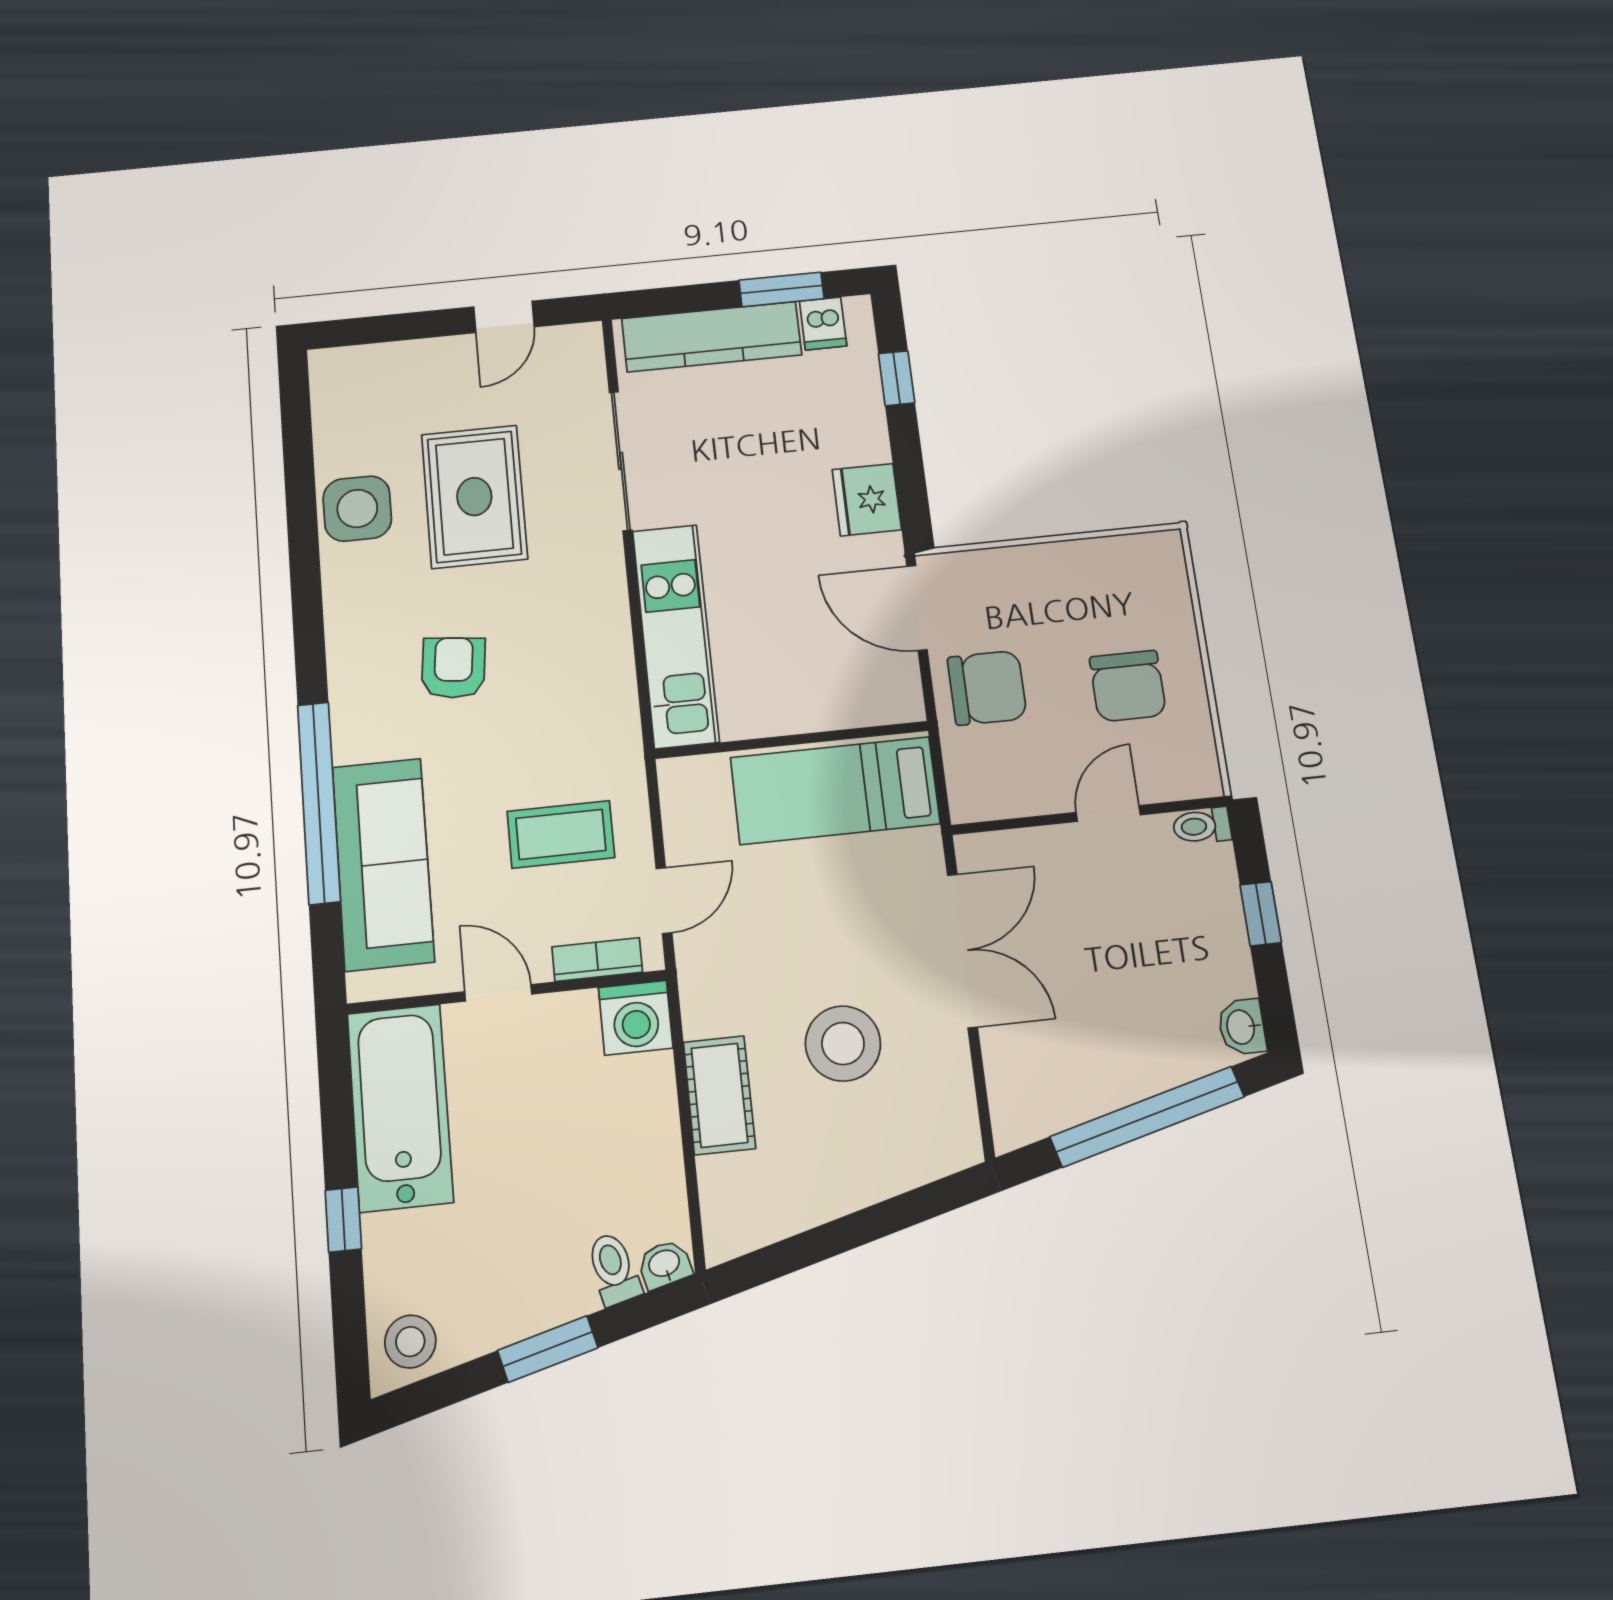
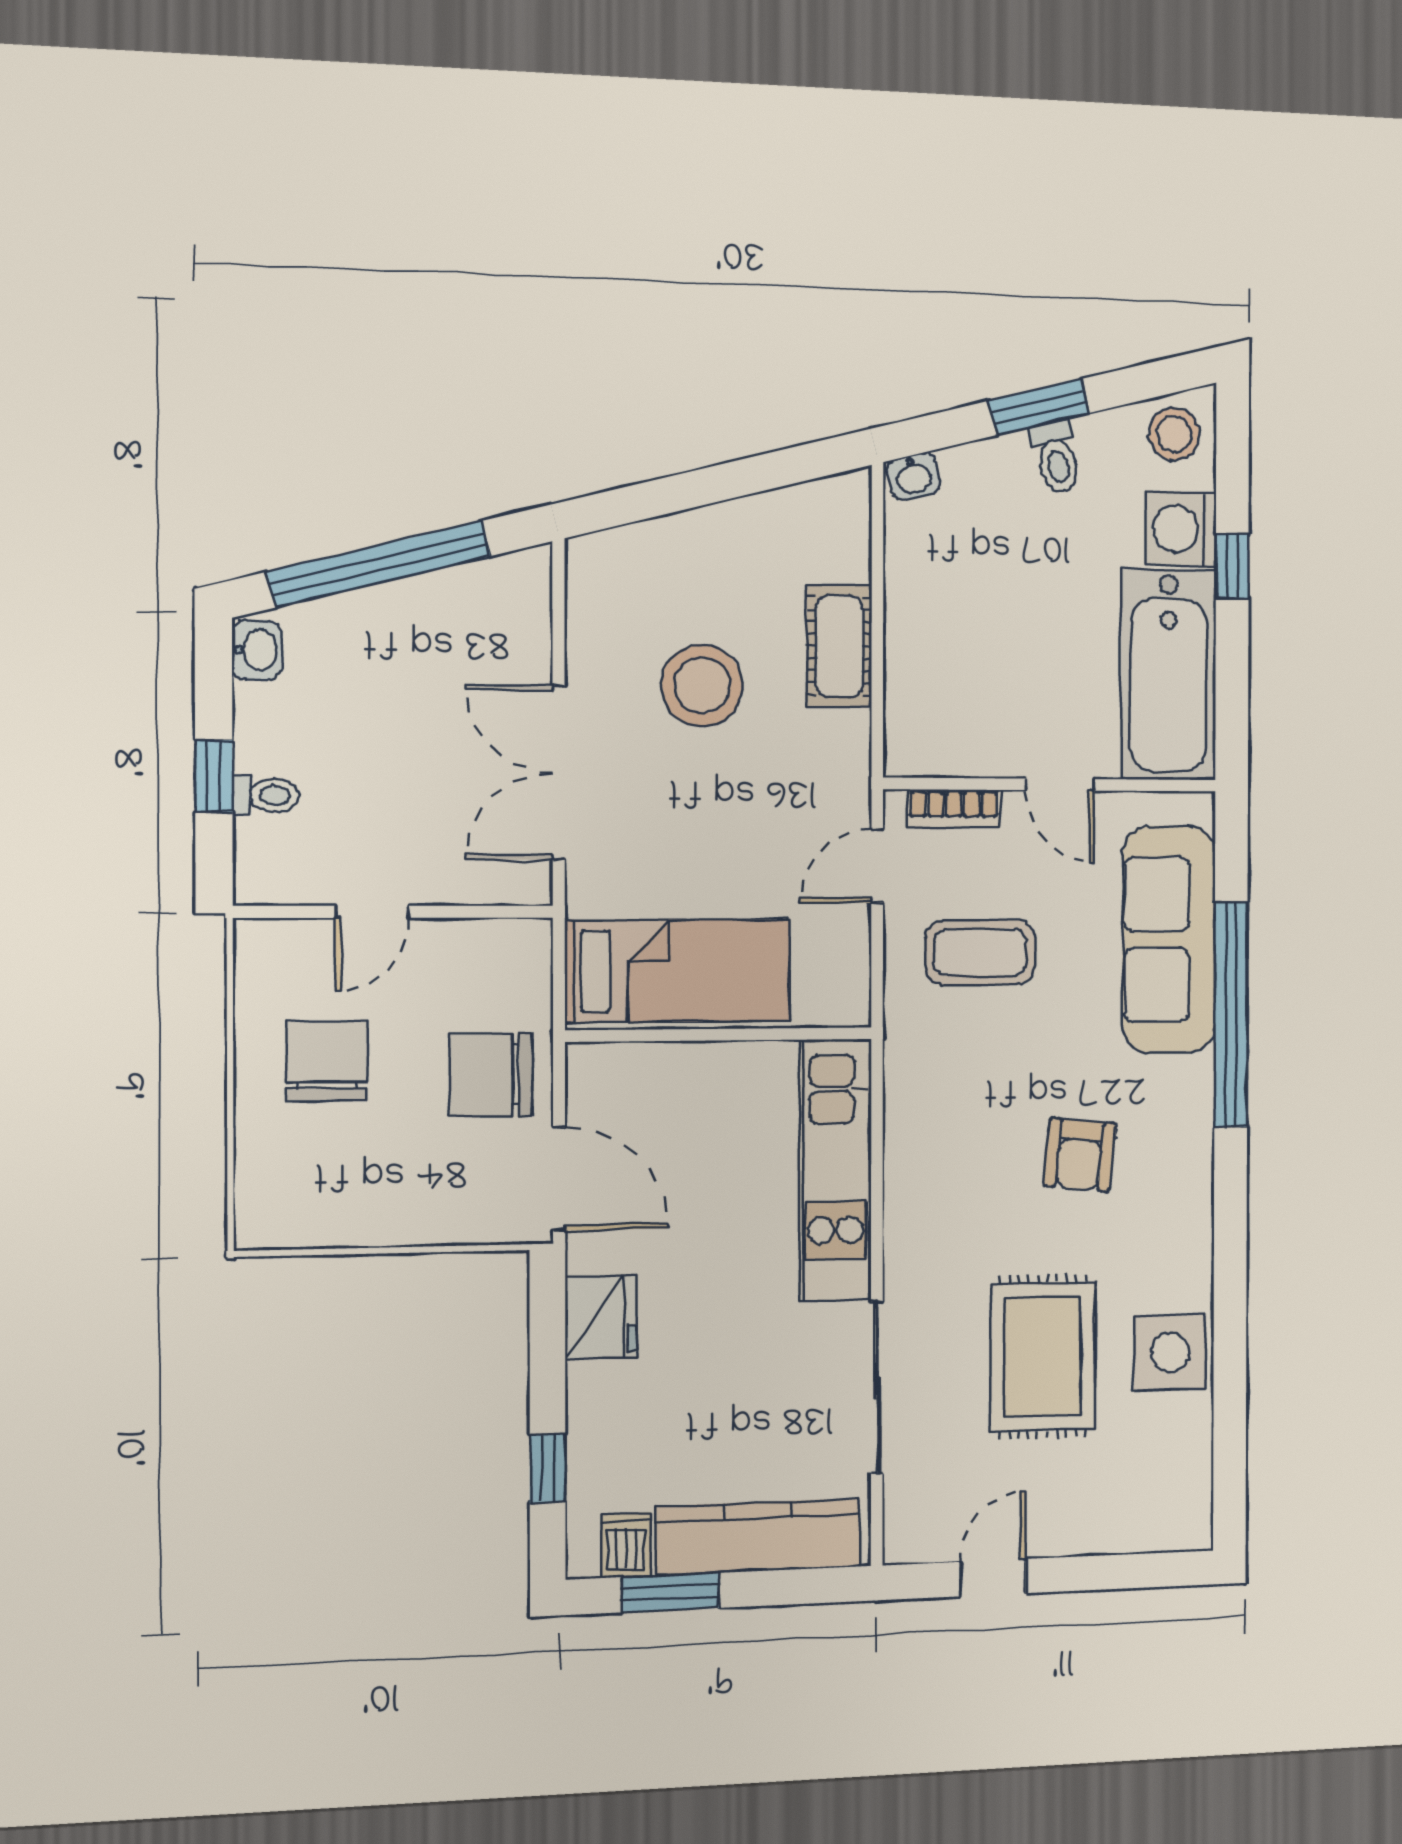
toilet: (1202, 826) -> (266, 795), moved
washing machine: (636, 1018) -> (1181, 529), moved, turned -90
toilet: (614, 1269) -> (1056, 457), moved

